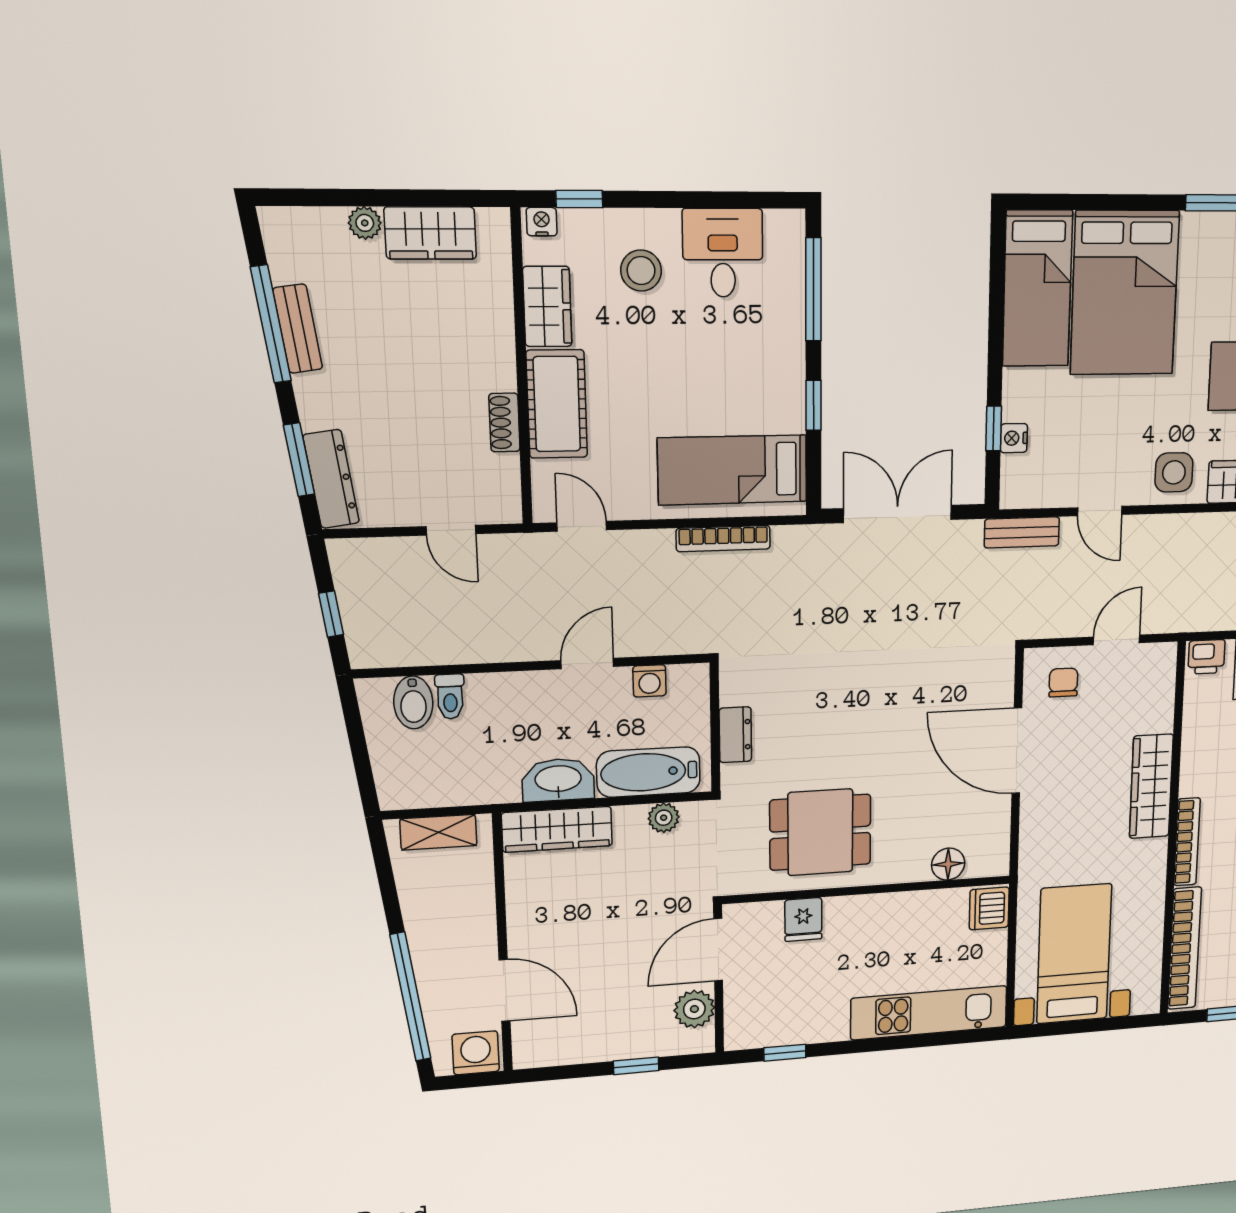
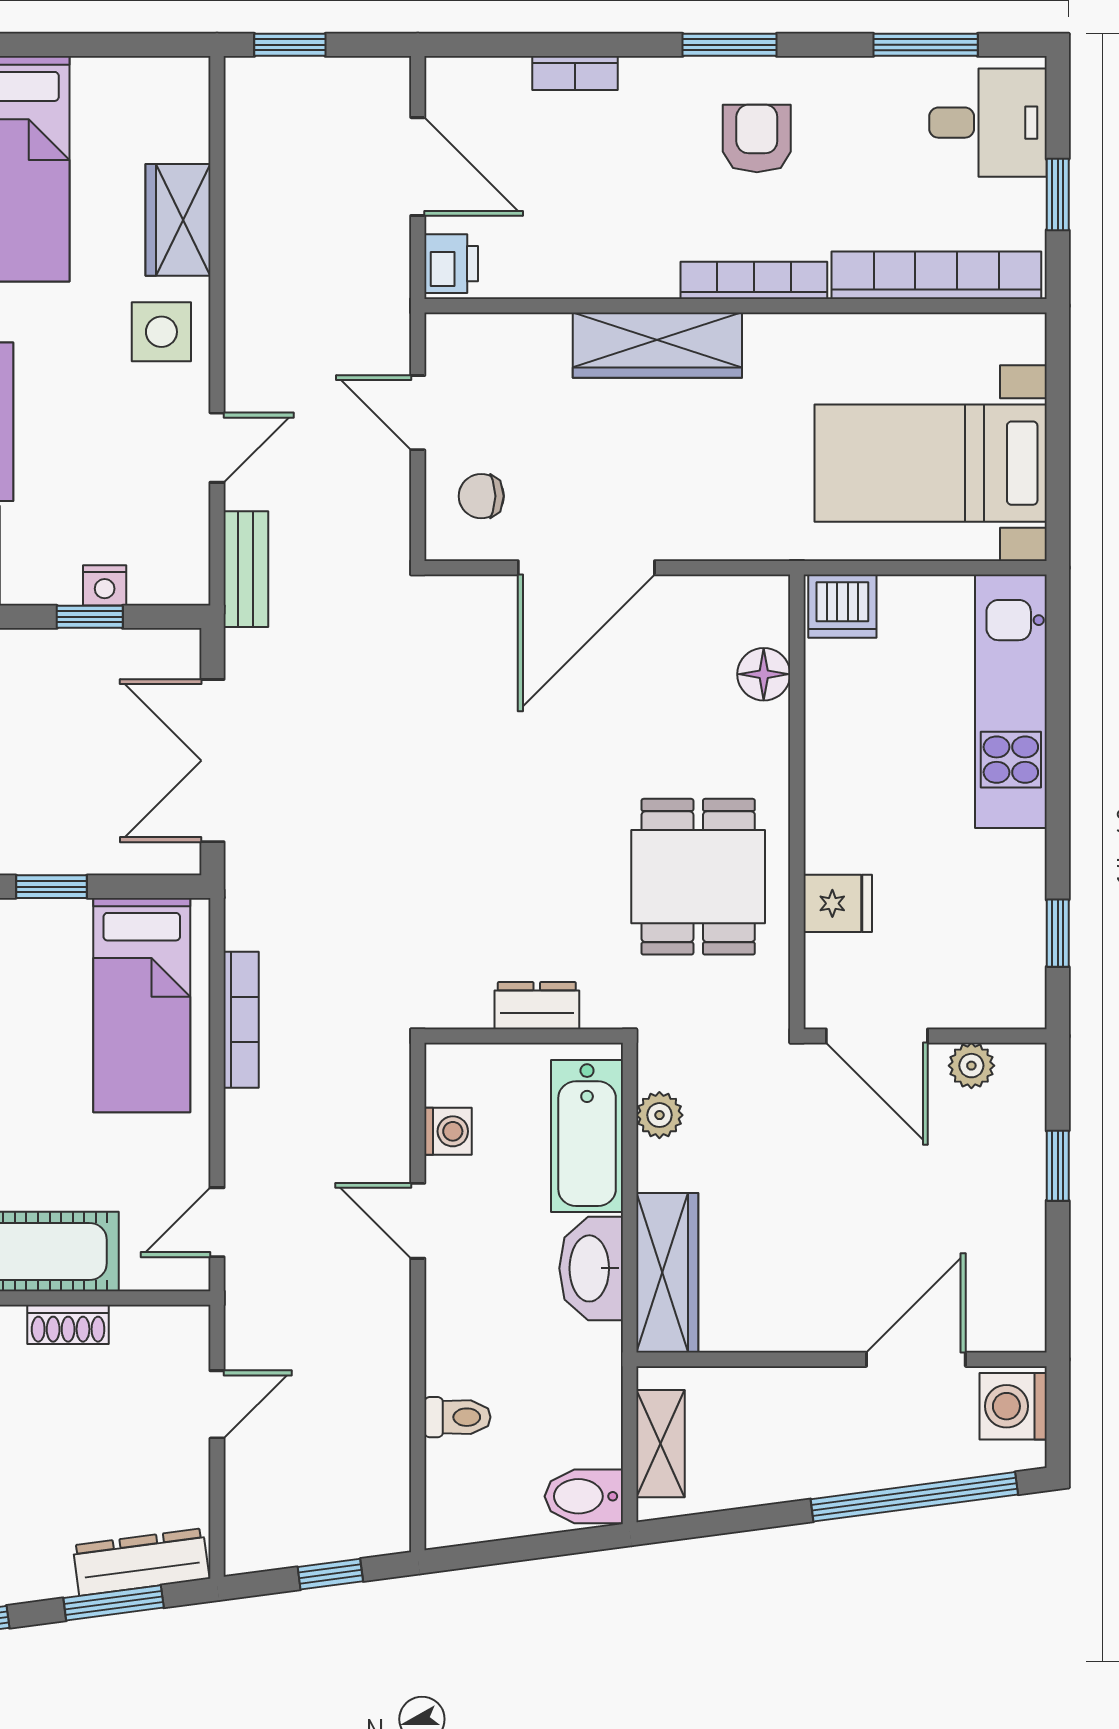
bidet: (413, 702) -> (584, 1496), moved, turned 180
plant: (694, 1009) -> (971, 1066), width x0.73, depth x0.73

